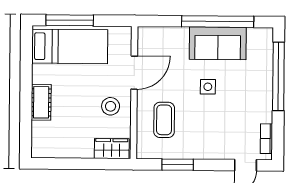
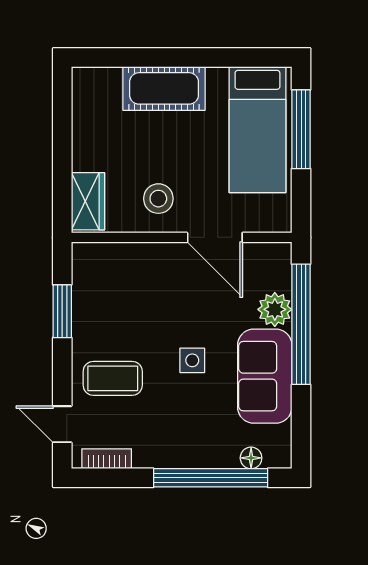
window: (218, 22) -> (301, 324), moved
plant: (178, 37) -> (275, 309), added
floor lamp: (267, 52) -> (251, 458), added
cot: (41, 102) -> (164, 88), width x1.37, depth x1.34
coffee table: (164, 120) -> (113, 378), moved

